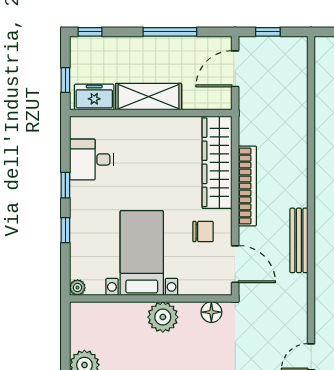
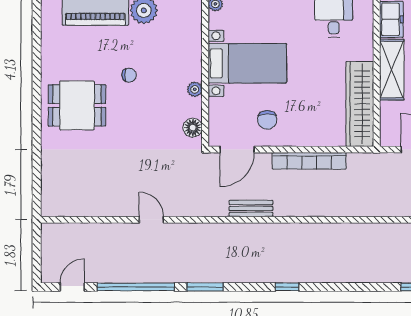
wardrobe: (217, 162) -> (360, 104), moved, turned -90
bench: (299, 240) -> (251, 208), width x0.73
plant: (163, 317) -> (195, 89), width x0.53, depth x0.53

